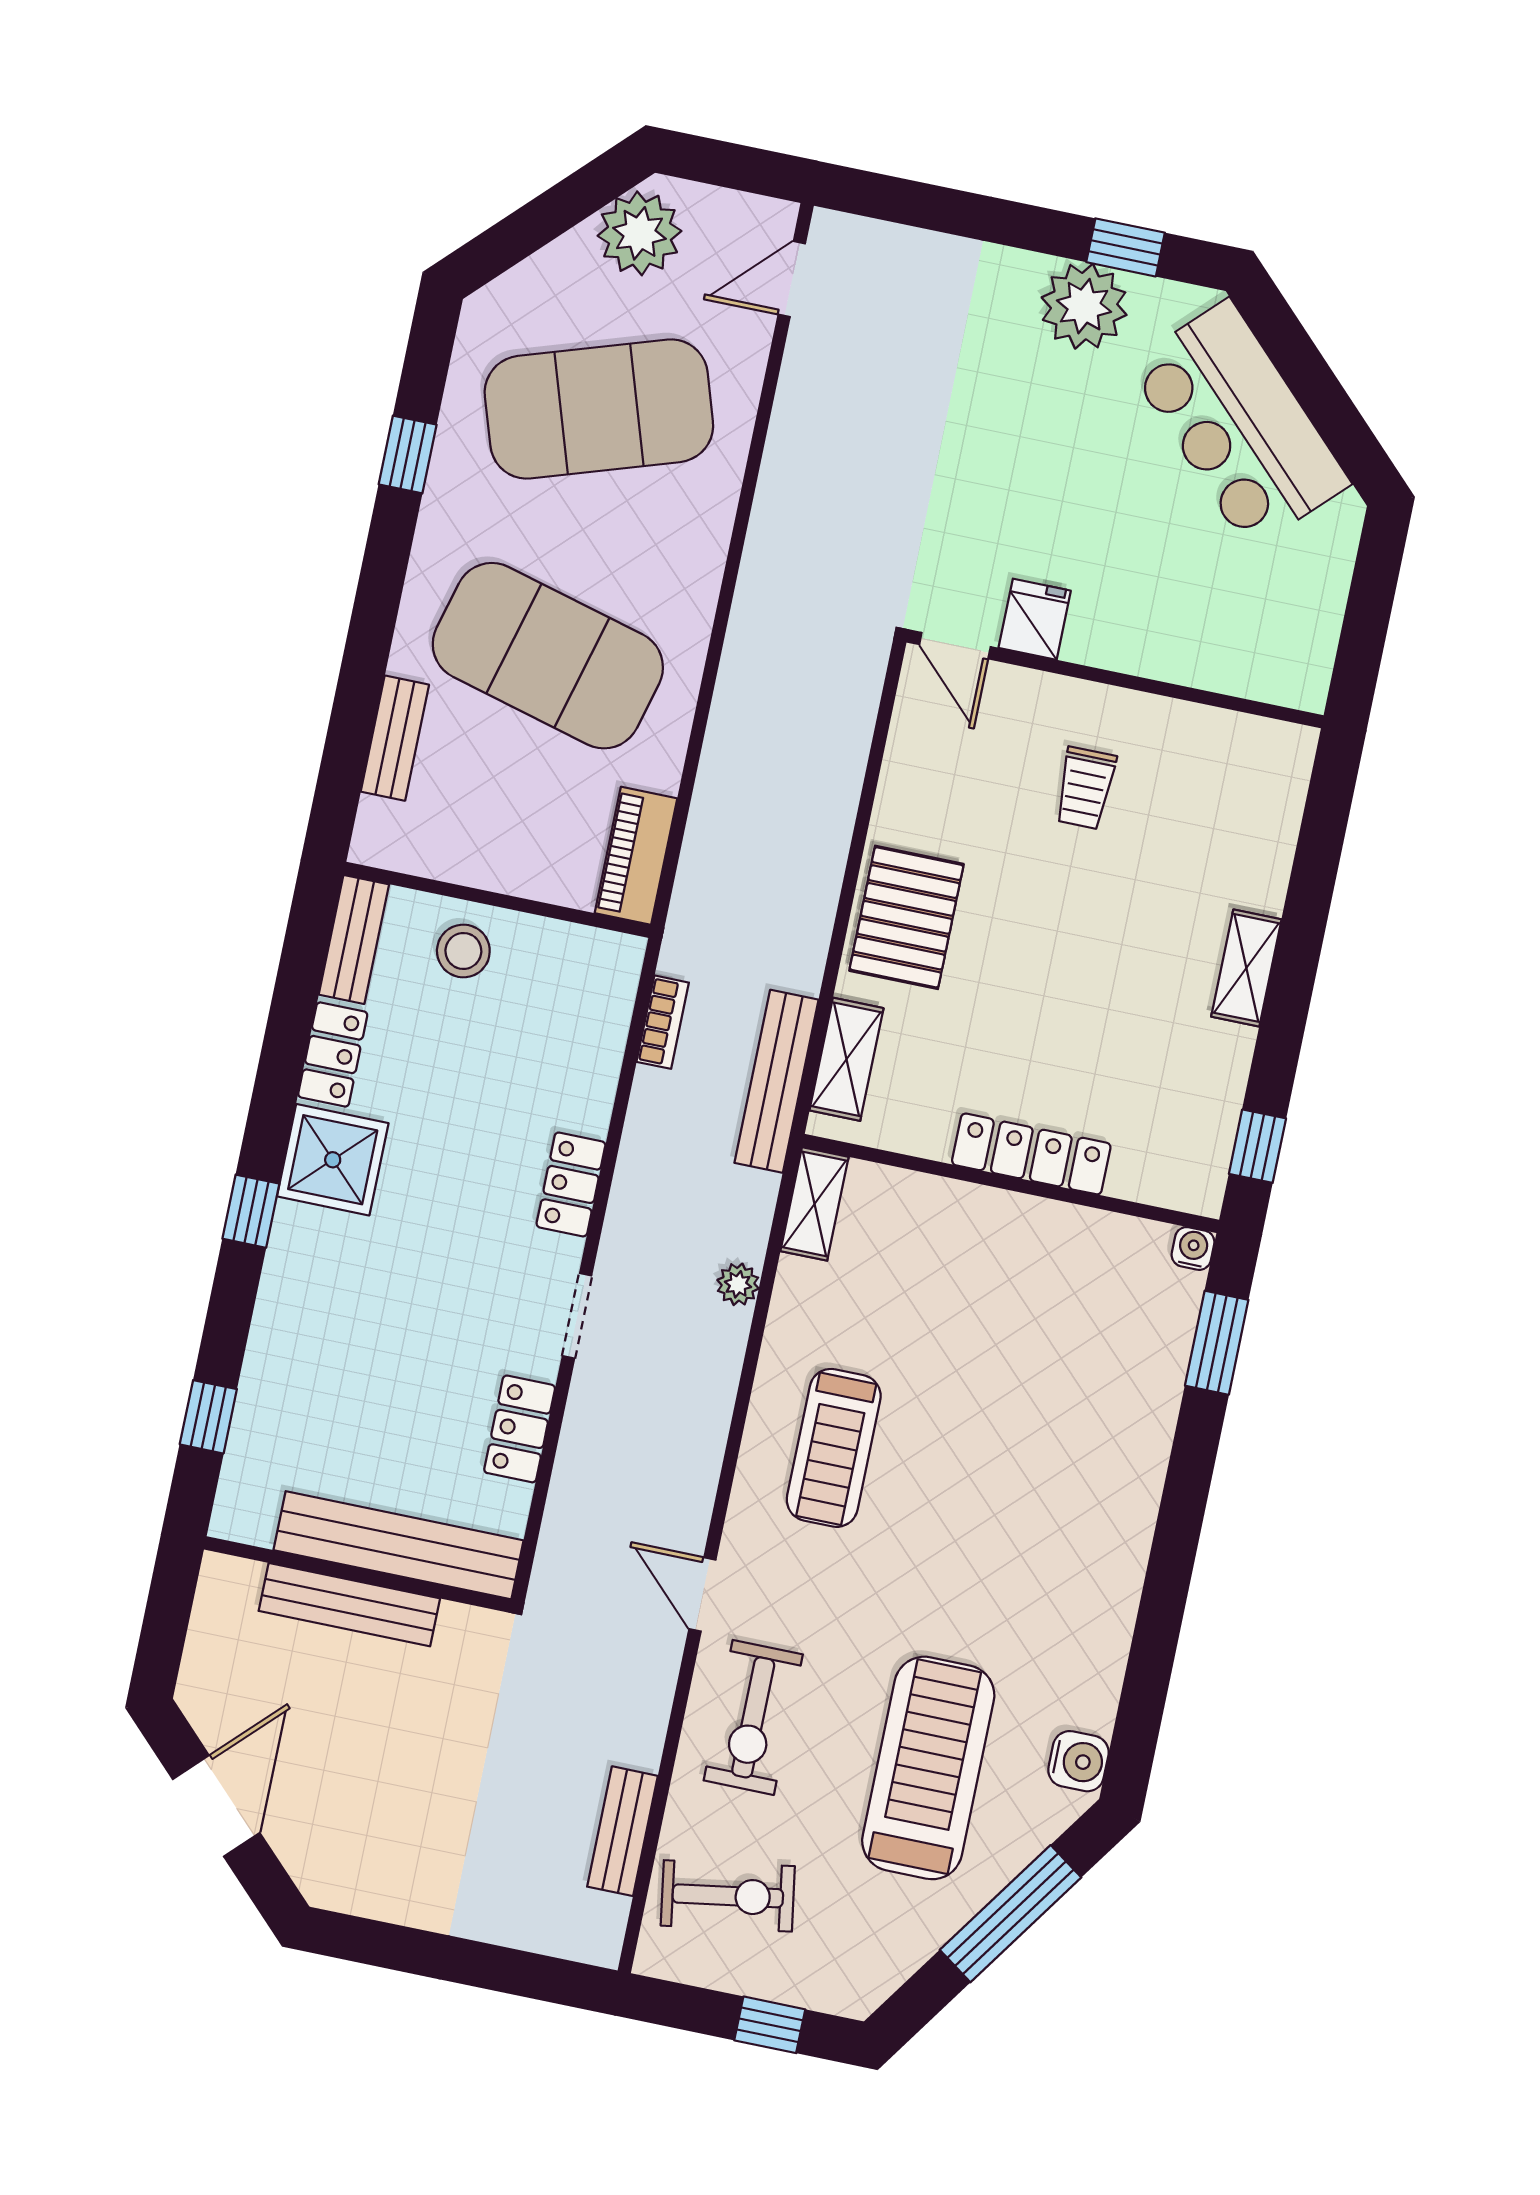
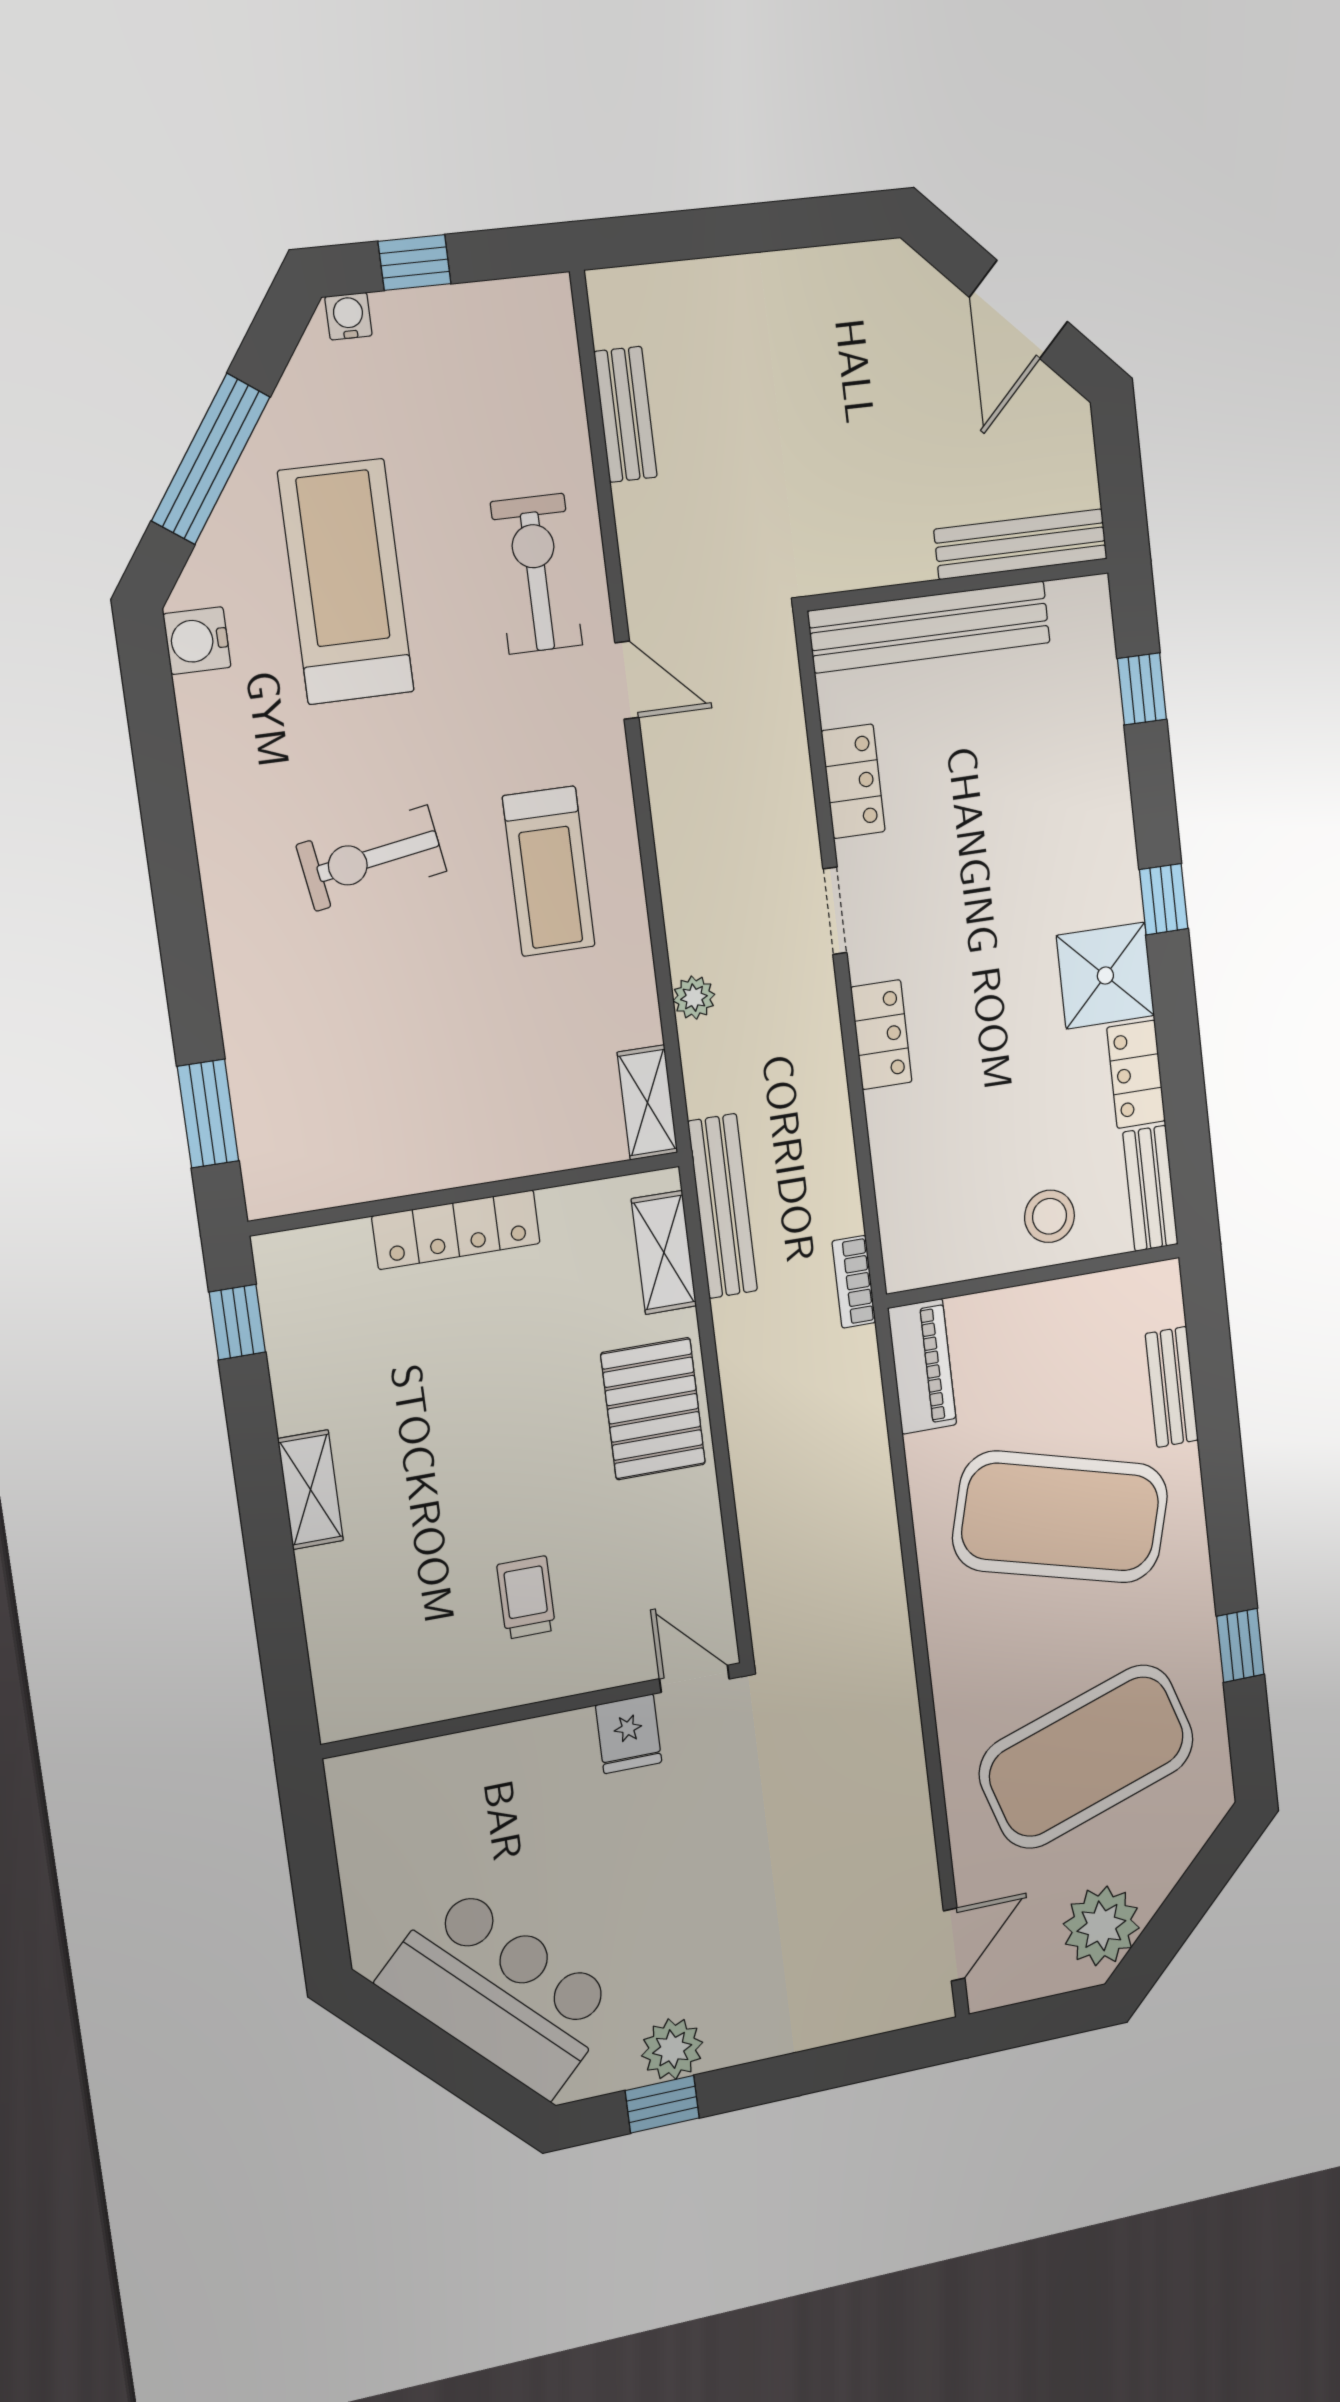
plant: (1084, 306) -> (672, 2049), width x0.73, depth x0.73
bookcase: (663, 1022) -> (854, 1282), moved
water cooler: (1193, 1248) -> (348, 316), moved, turned 180
treadmill: (834, 1448) -> (549, 871), turned 180
bench: (349, 1605) -> (1021, 544), moved
treadmill: (928, 1768) -> (346, 582), turned 180
exercise bike: (728, 1896) -> (372, 858), moved

